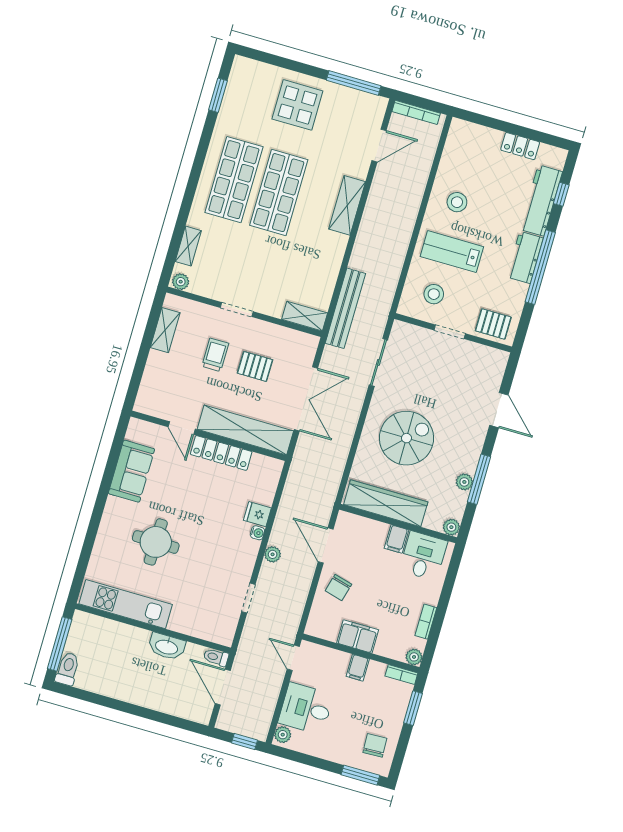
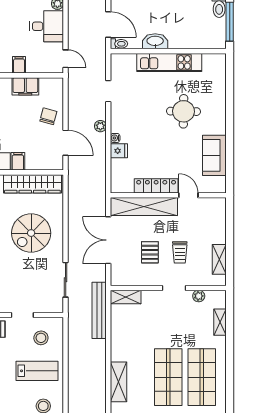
plant: (181, 282) -> (199, 296), moved
pallet: (255, 366) -> (150, 252), turned 90
kitchen unit: (126, 604) -> (169, 62), moved

